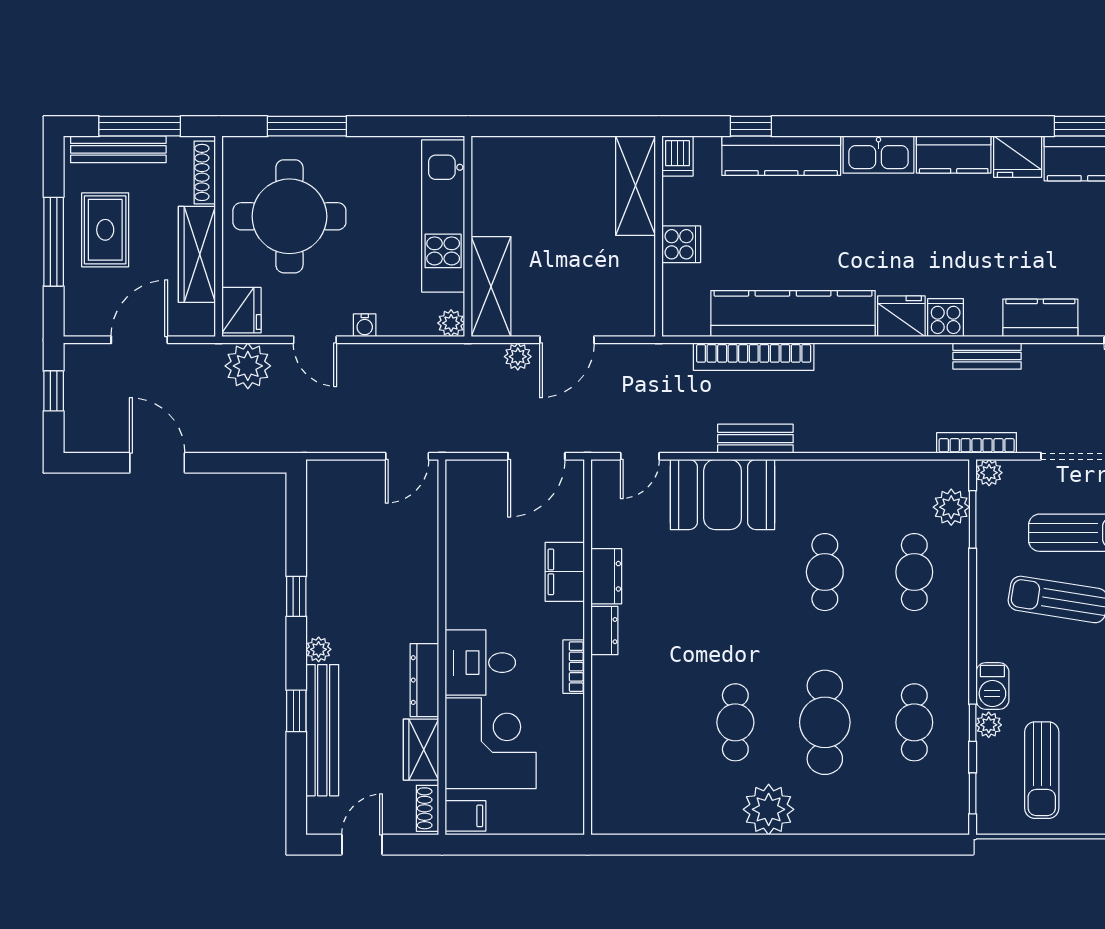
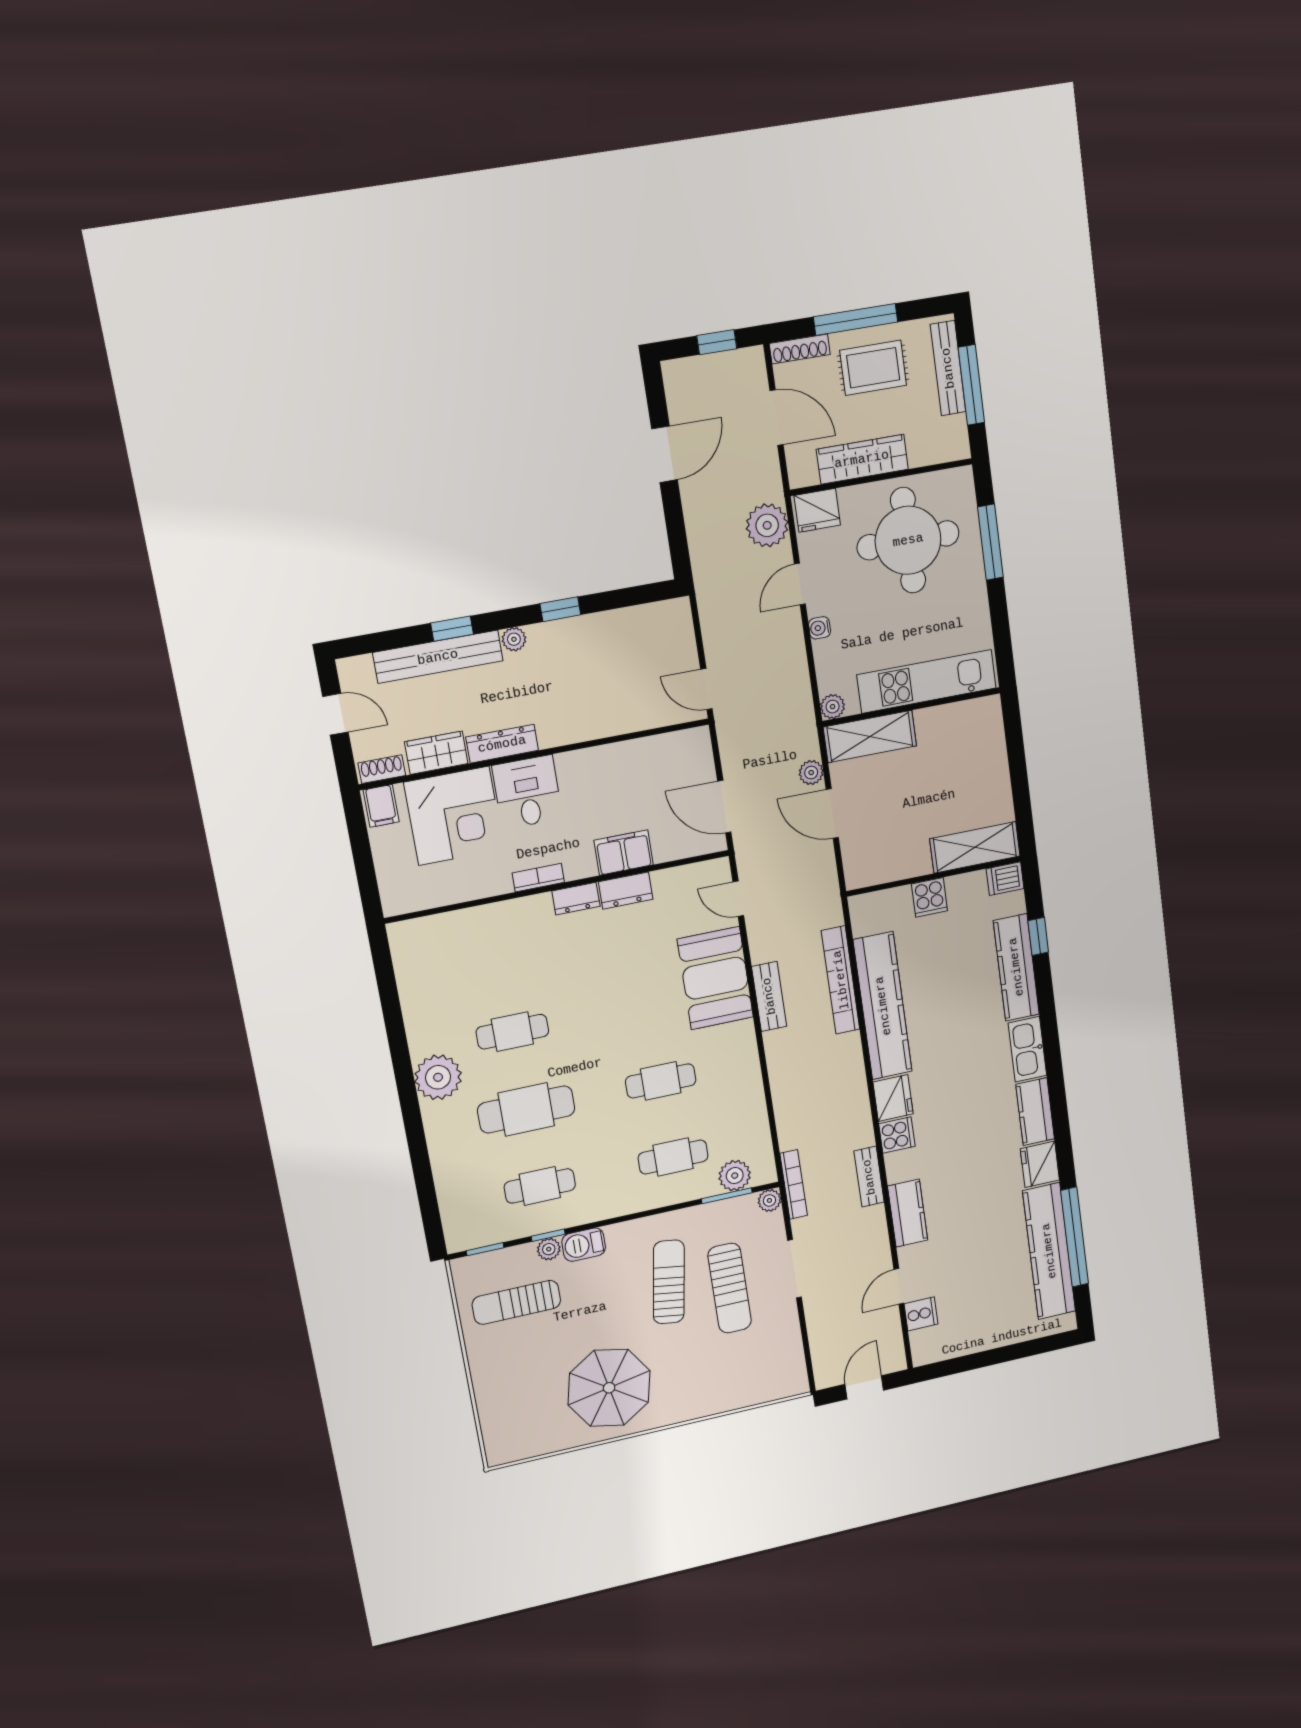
shoe rack: (205, 172) -> (800, 349), moved, turned 180

